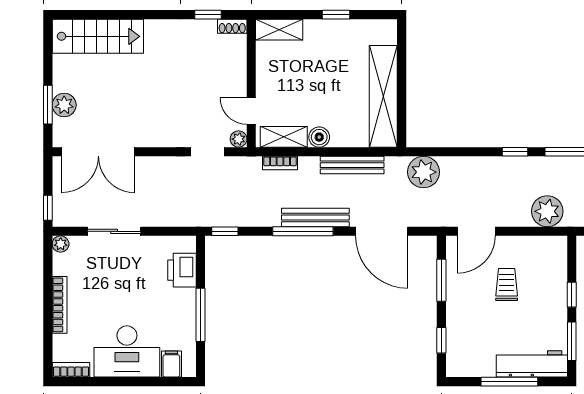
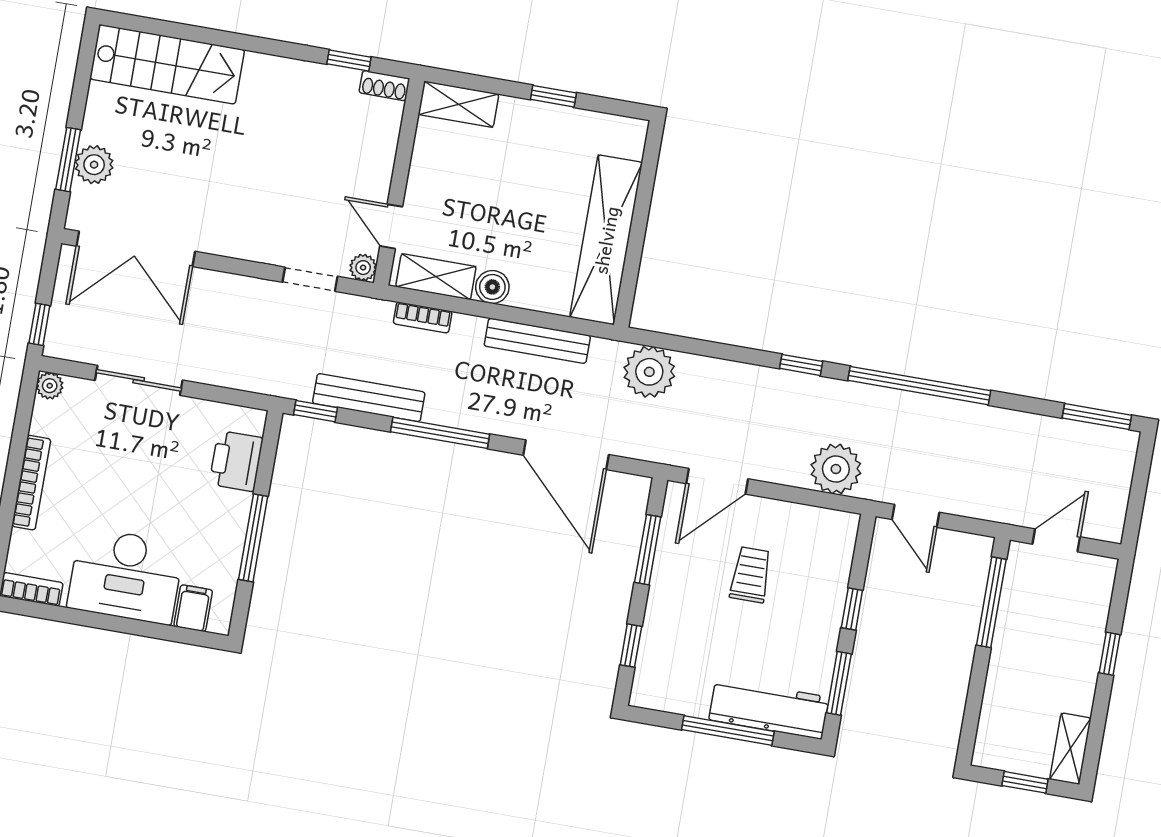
bench: (315, 217) -> (369, 398), moved

